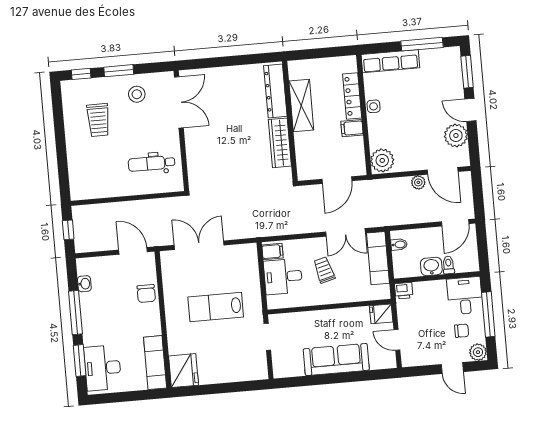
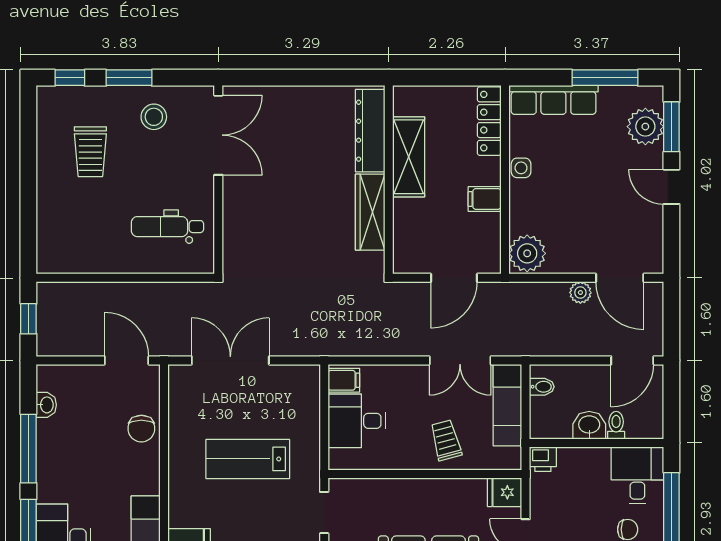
locker: (352, 96) -> (489, 121), moved
plant: (456, 136) -> (645, 127), moved
trolley: (324, 270) -> (446, 440), moved

